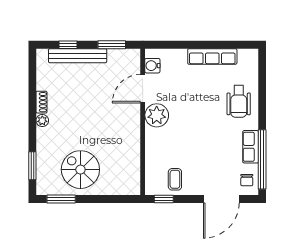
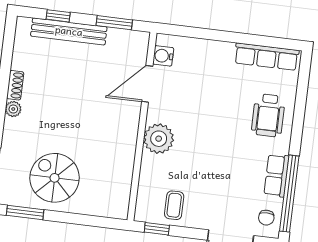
row of seats: (212, 56) -> (267, 57), moved
plant: (157, 115) -> (159, 139), moved

